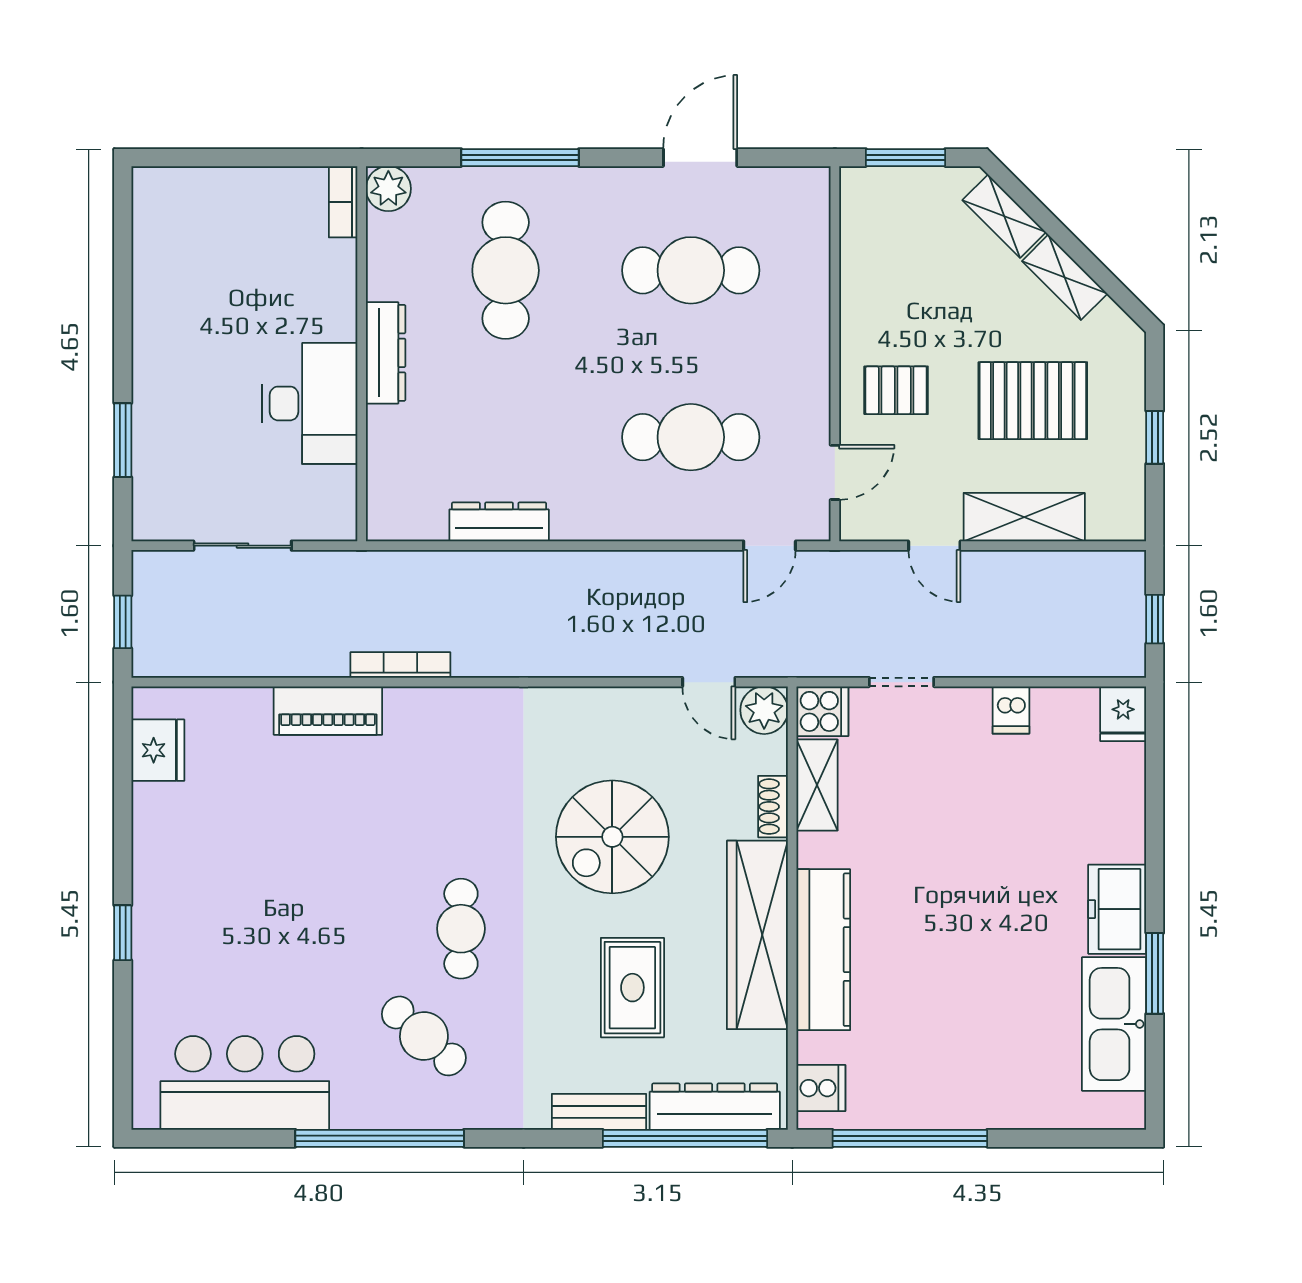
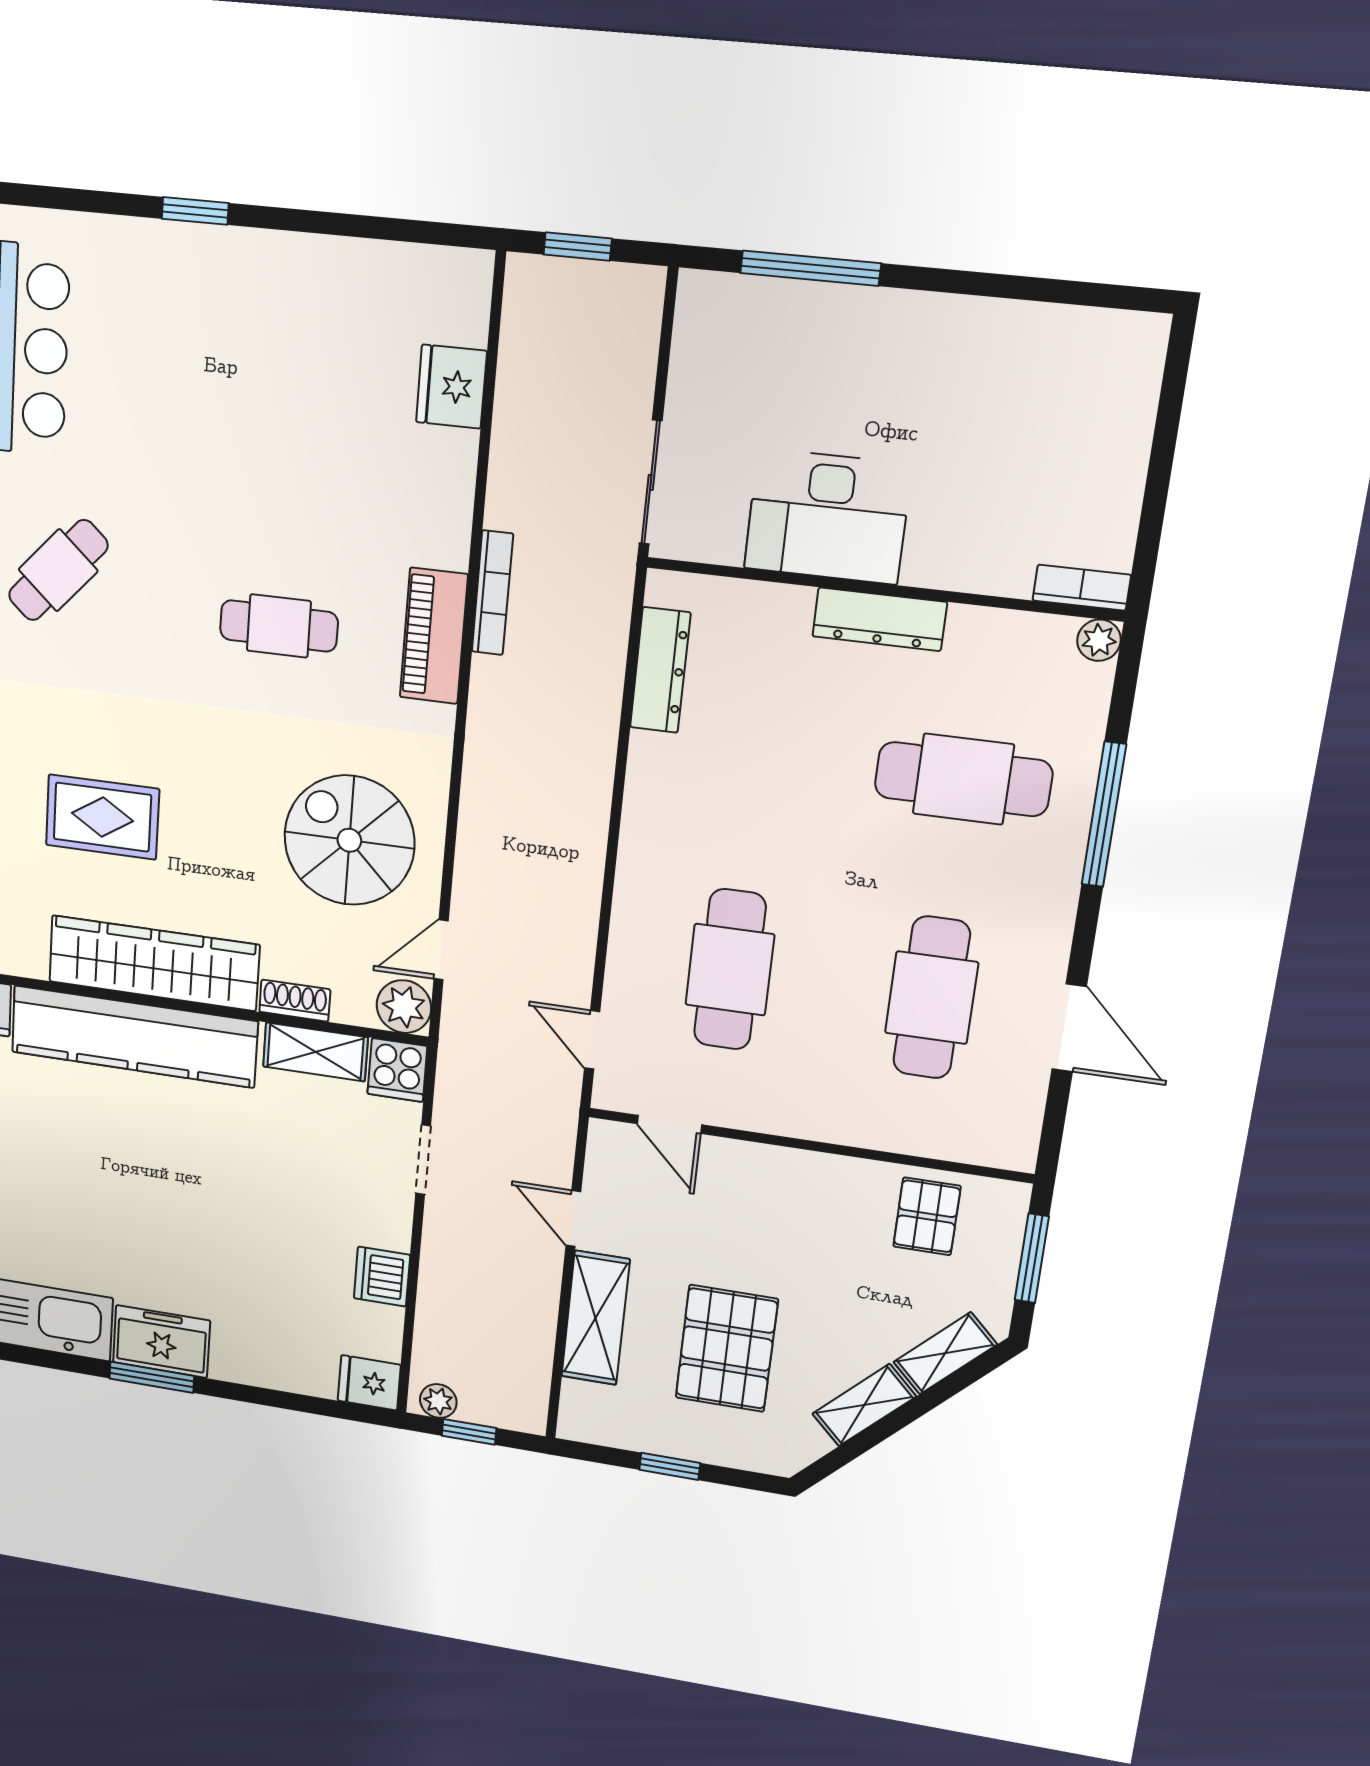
plant: (388, 189) -> (1099, 640), width x0.73, depth x0.73
pallet: (896, 390) -> (927, 1216), moved
window: (123, 440) -> (810, 268), width x1.44
dresser: (499, 522) -> (660, 670), moved
sliding door: (243, 546) -> (651, 482), moved
door: (934, 546) -> (573, 1219), hinge flipped
plant: (1129, 649) -> (438, 1401), added
dishwasher: (1011, 710) -> (382, 1277), width x1.38
piano: (328, 711) -> (434, 636), moved
fridge: (158, 750) -> (451, 387), moved, turned 90
spiral stairs: (612, 837) -> (349, 840), moved
cafe table: (461, 929) -> (279, 626), moved
kitchen counter: (823, 950) -> (134, 1037), width x1.39, depth x1.17
window: (1155, 973) -> (152, 1377), moved

